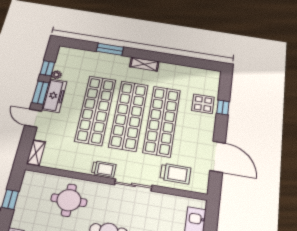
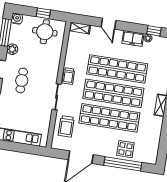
window: (40, 93) -> (131, 27), removed
freezer: (54, 96) -> (133, 38), width x0.71
window: (223, 107) -> (123, 164), width x3.17
door: (33, 118) -> (109, 24), swing flipped
round table: (69, 200) -> (45, 32), moved

